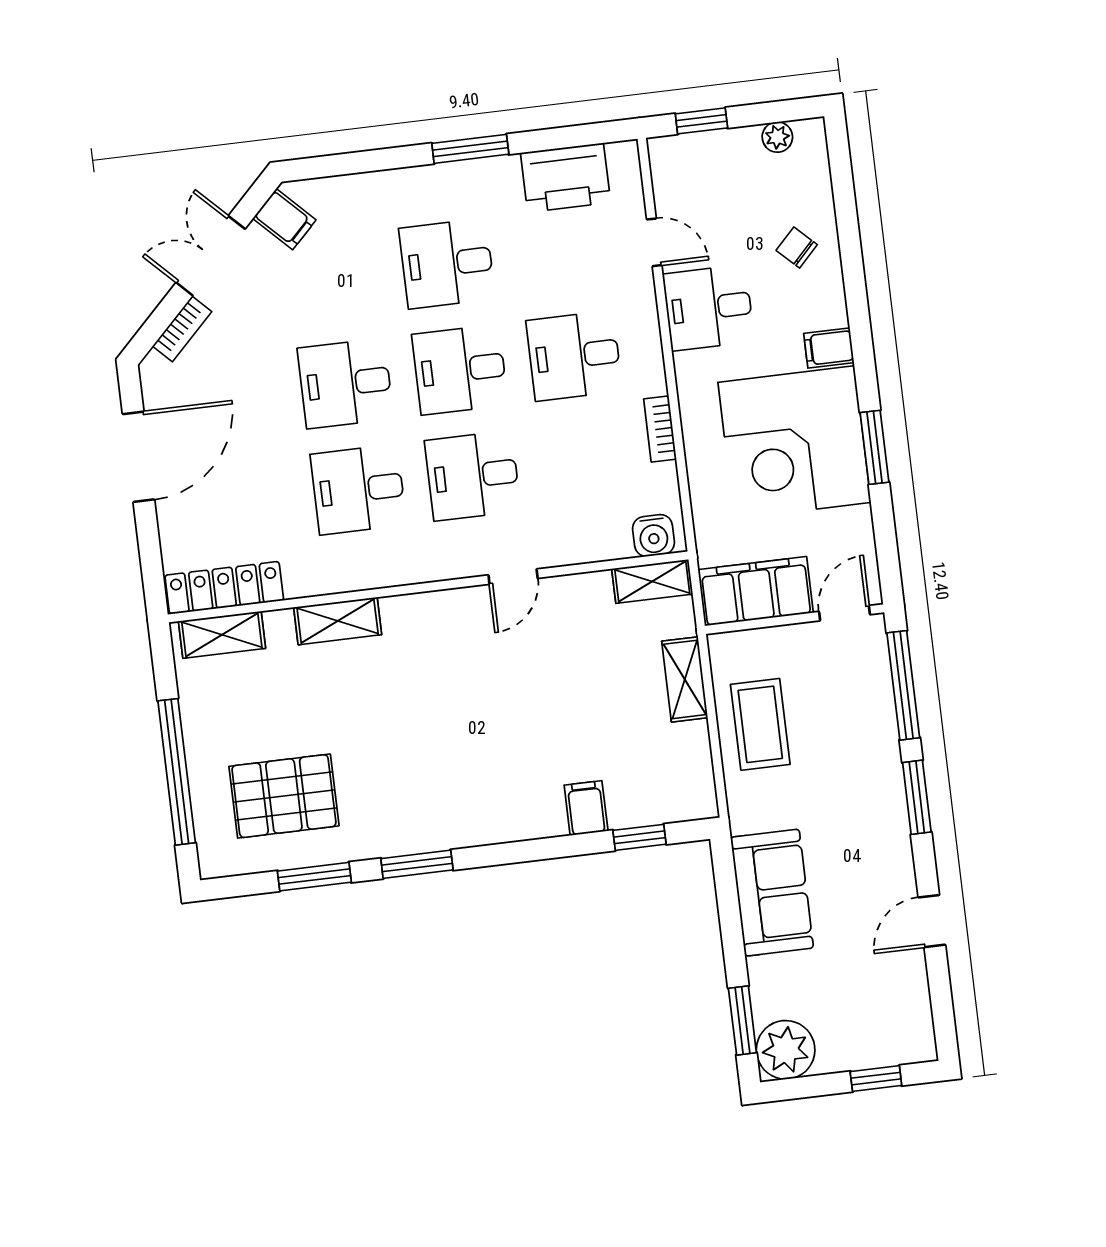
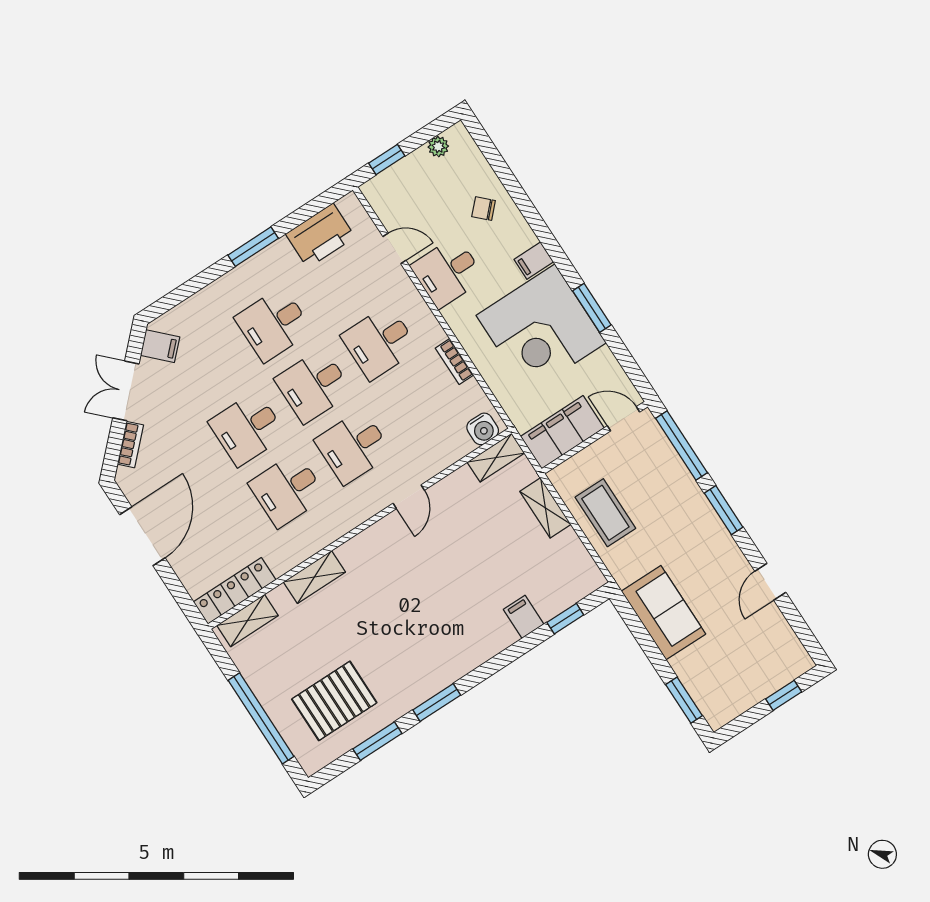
door: (844, 613) -> (623, 419), hinge flipped
plant: (786, 1050) -> (719, 705), removed

